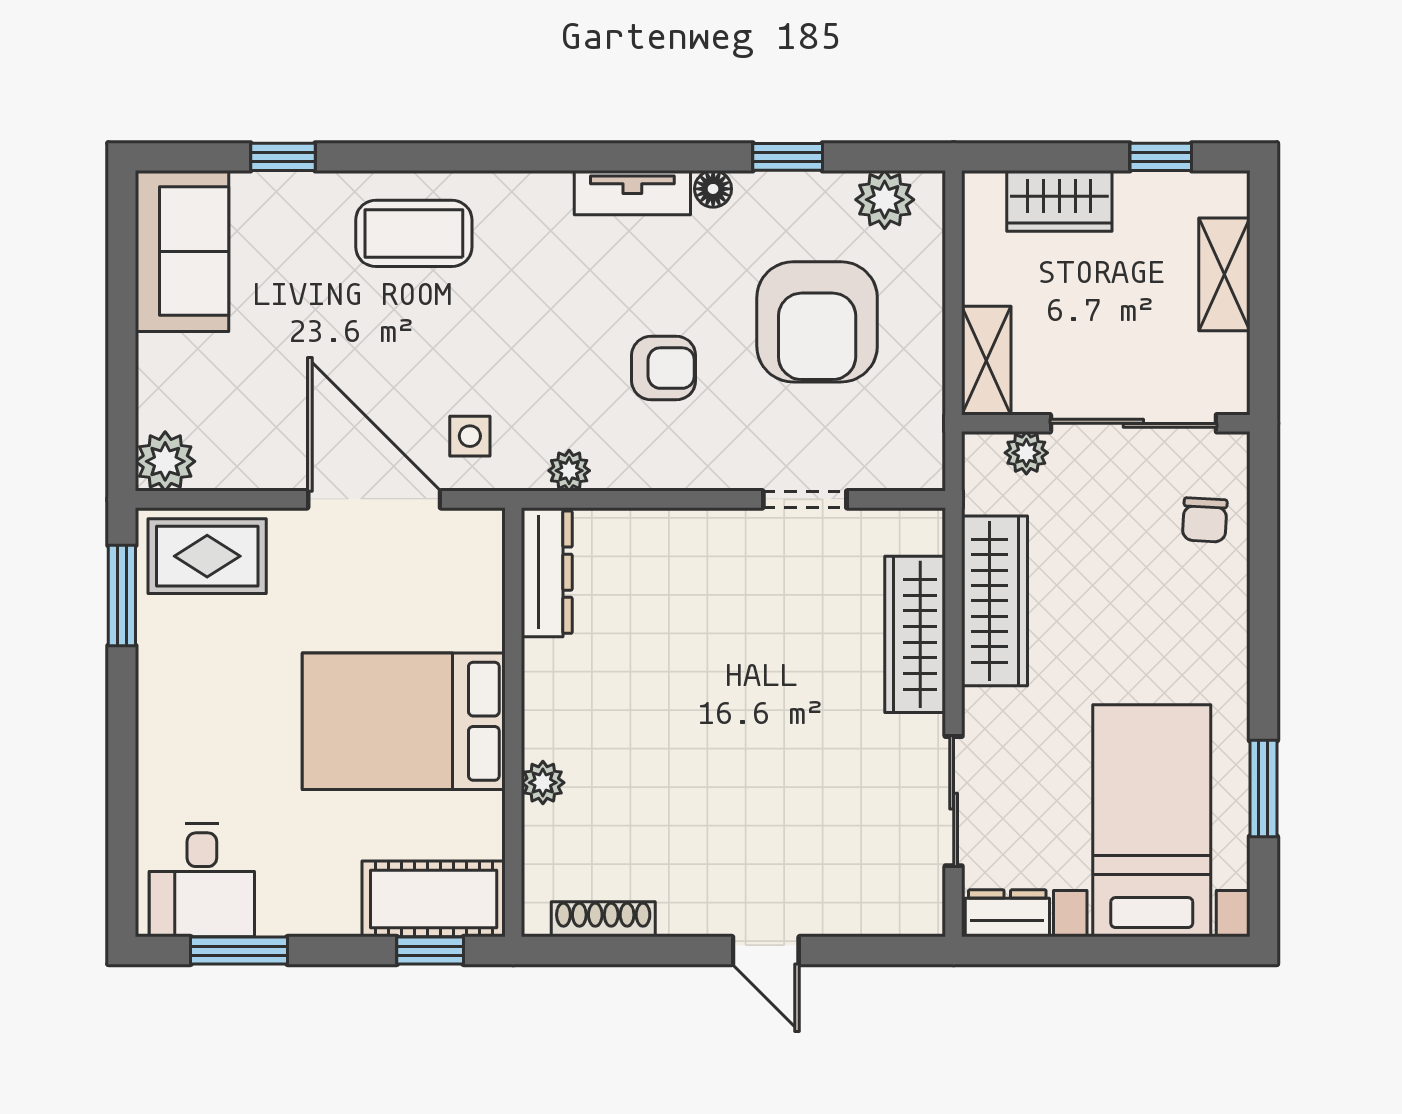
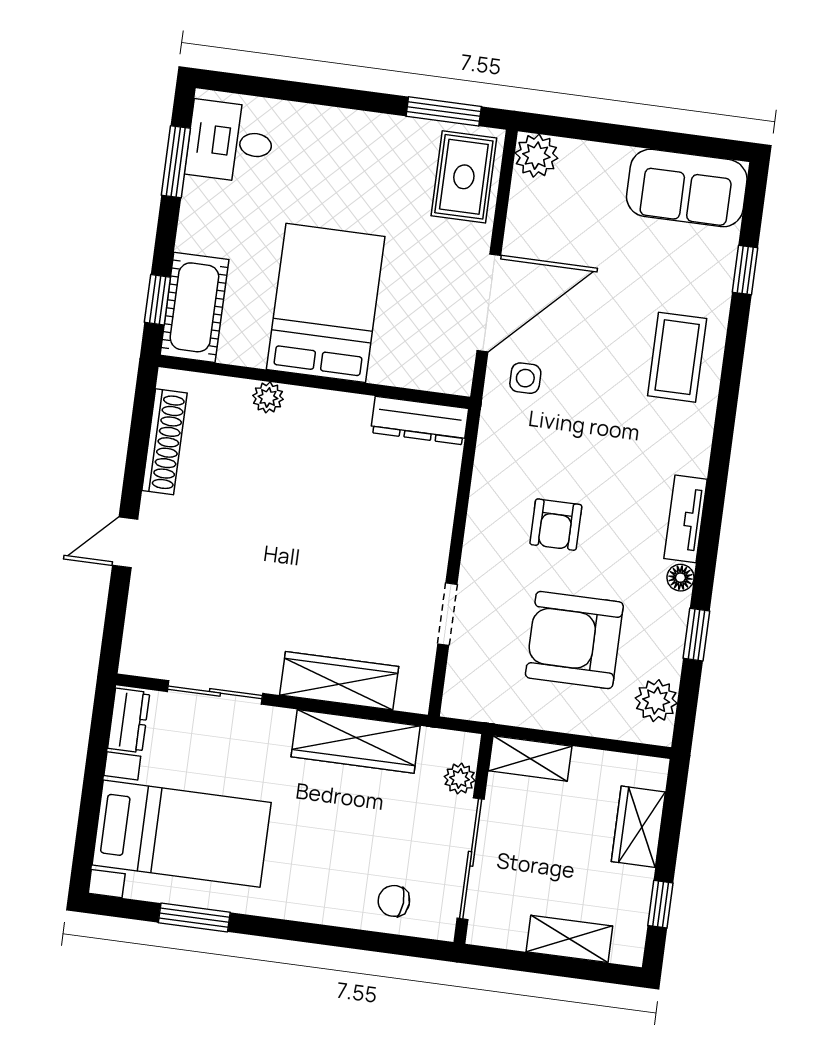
plant: (569, 471) -> (491, 446), removed
shoe rack: (603, 919) -> (165, 442), width x1.36, depth x1.24

